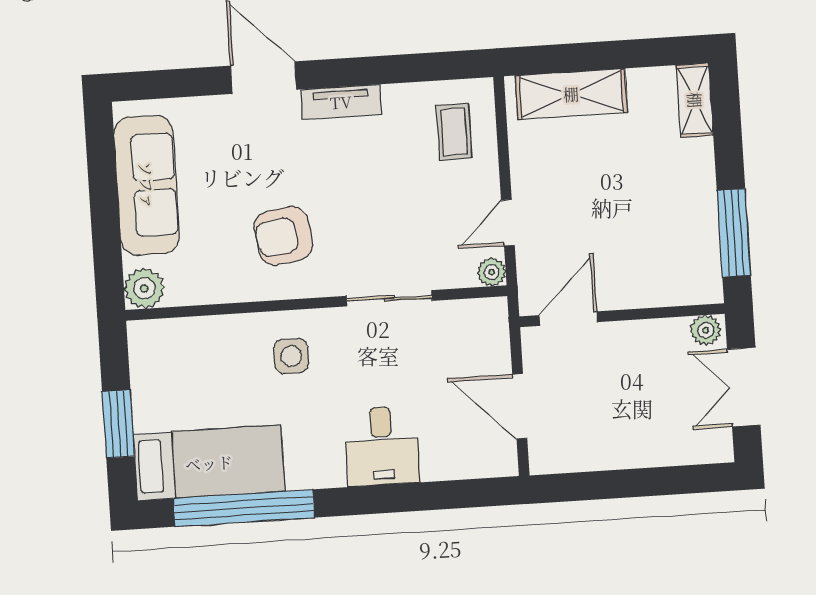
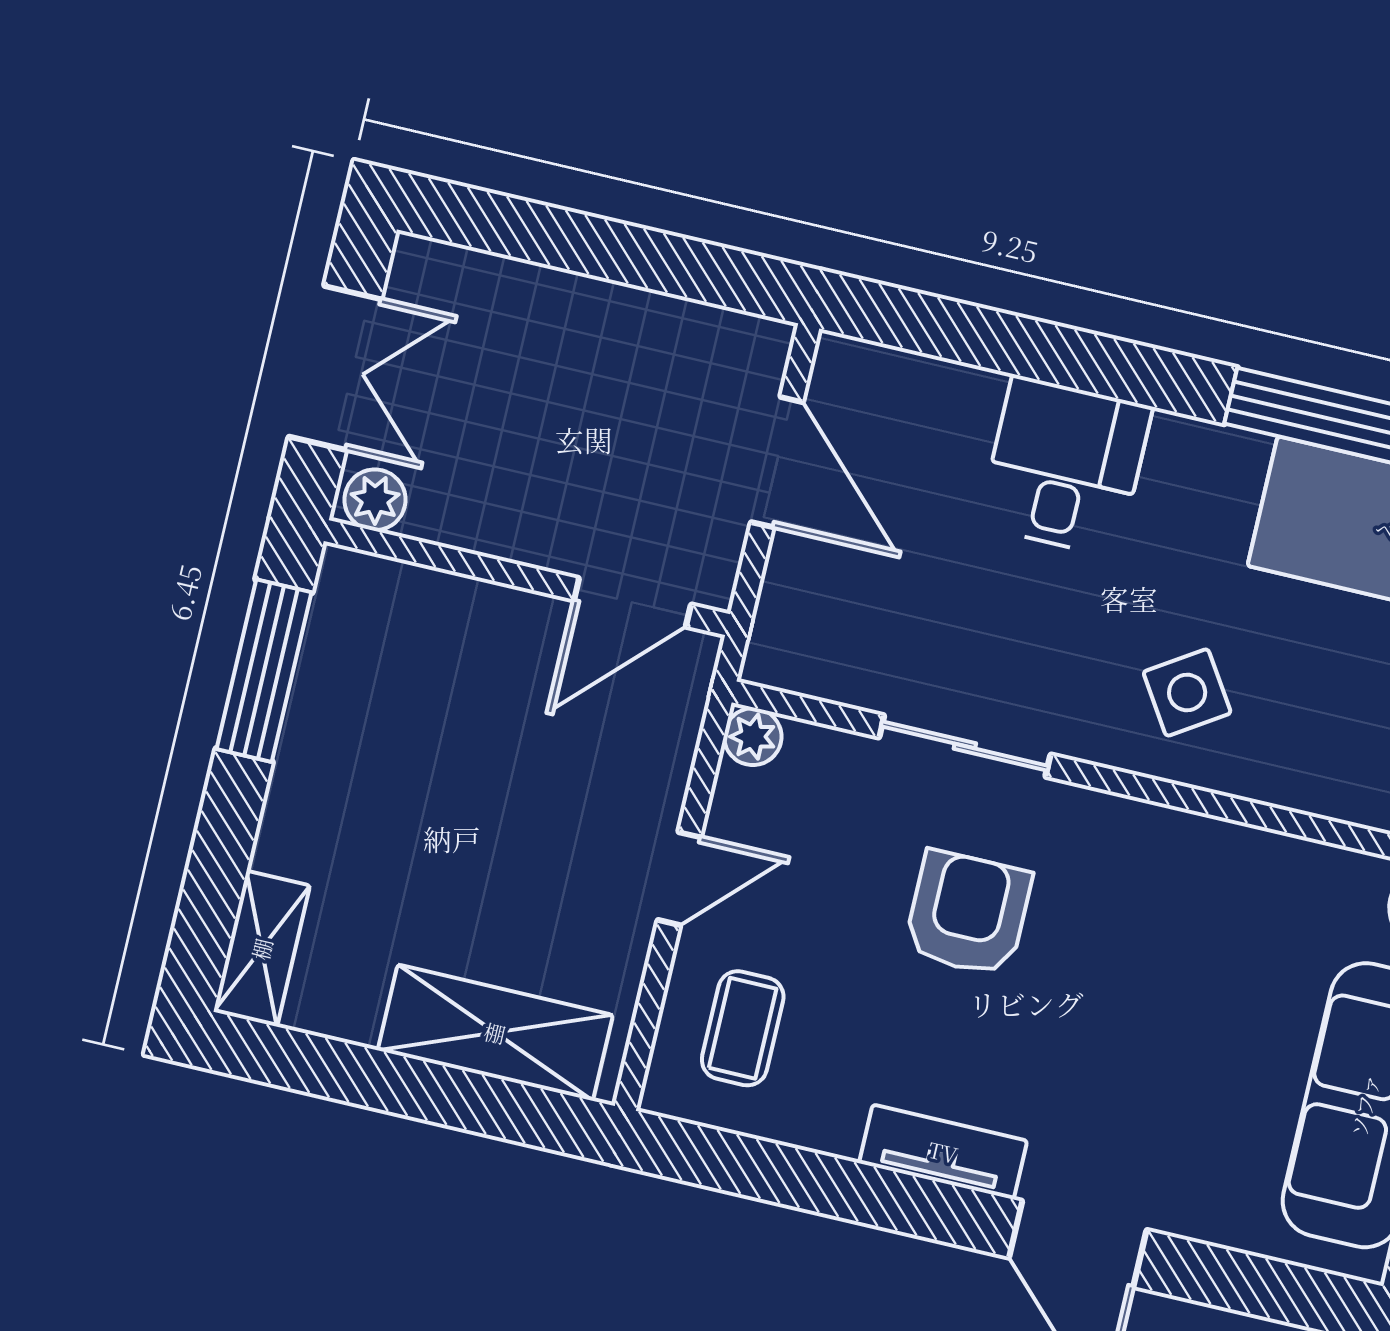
door: (508, 223) -> (679, 879), moved
armchair: (283, 236) -> (968, 913), moved, turned -81
side table: (291, 356) -> (1187, 693), turned -33

